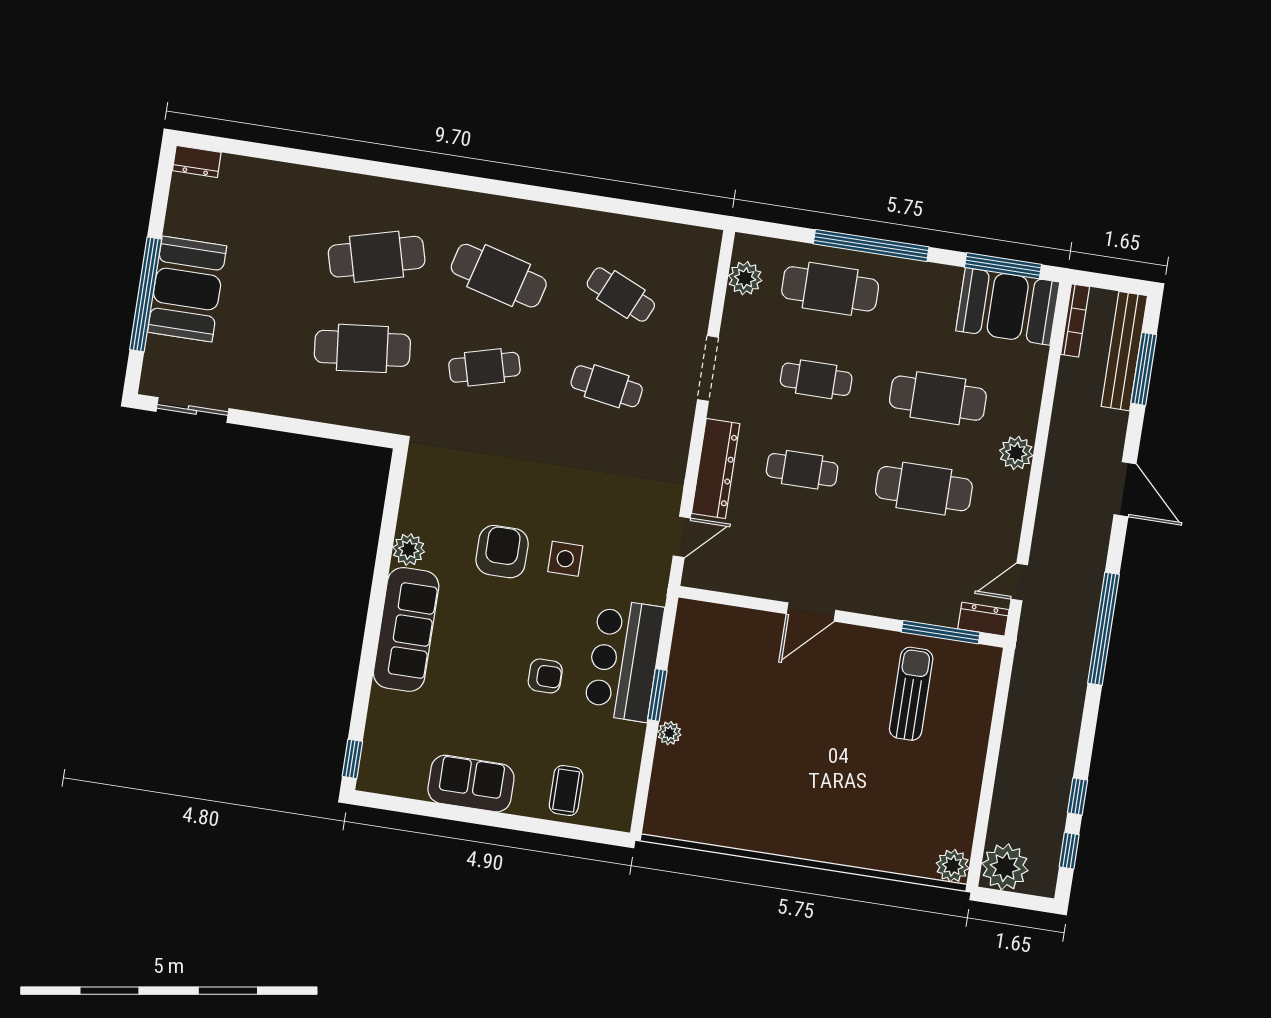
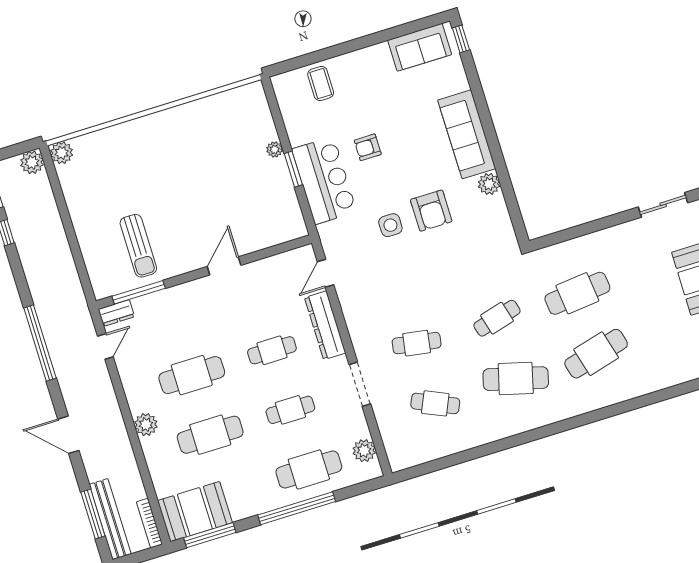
sofa: (471, 784) -> (420, 47), moved
plant: (1005, 867) -> (32, 162), width x0.73, depth x0.73

